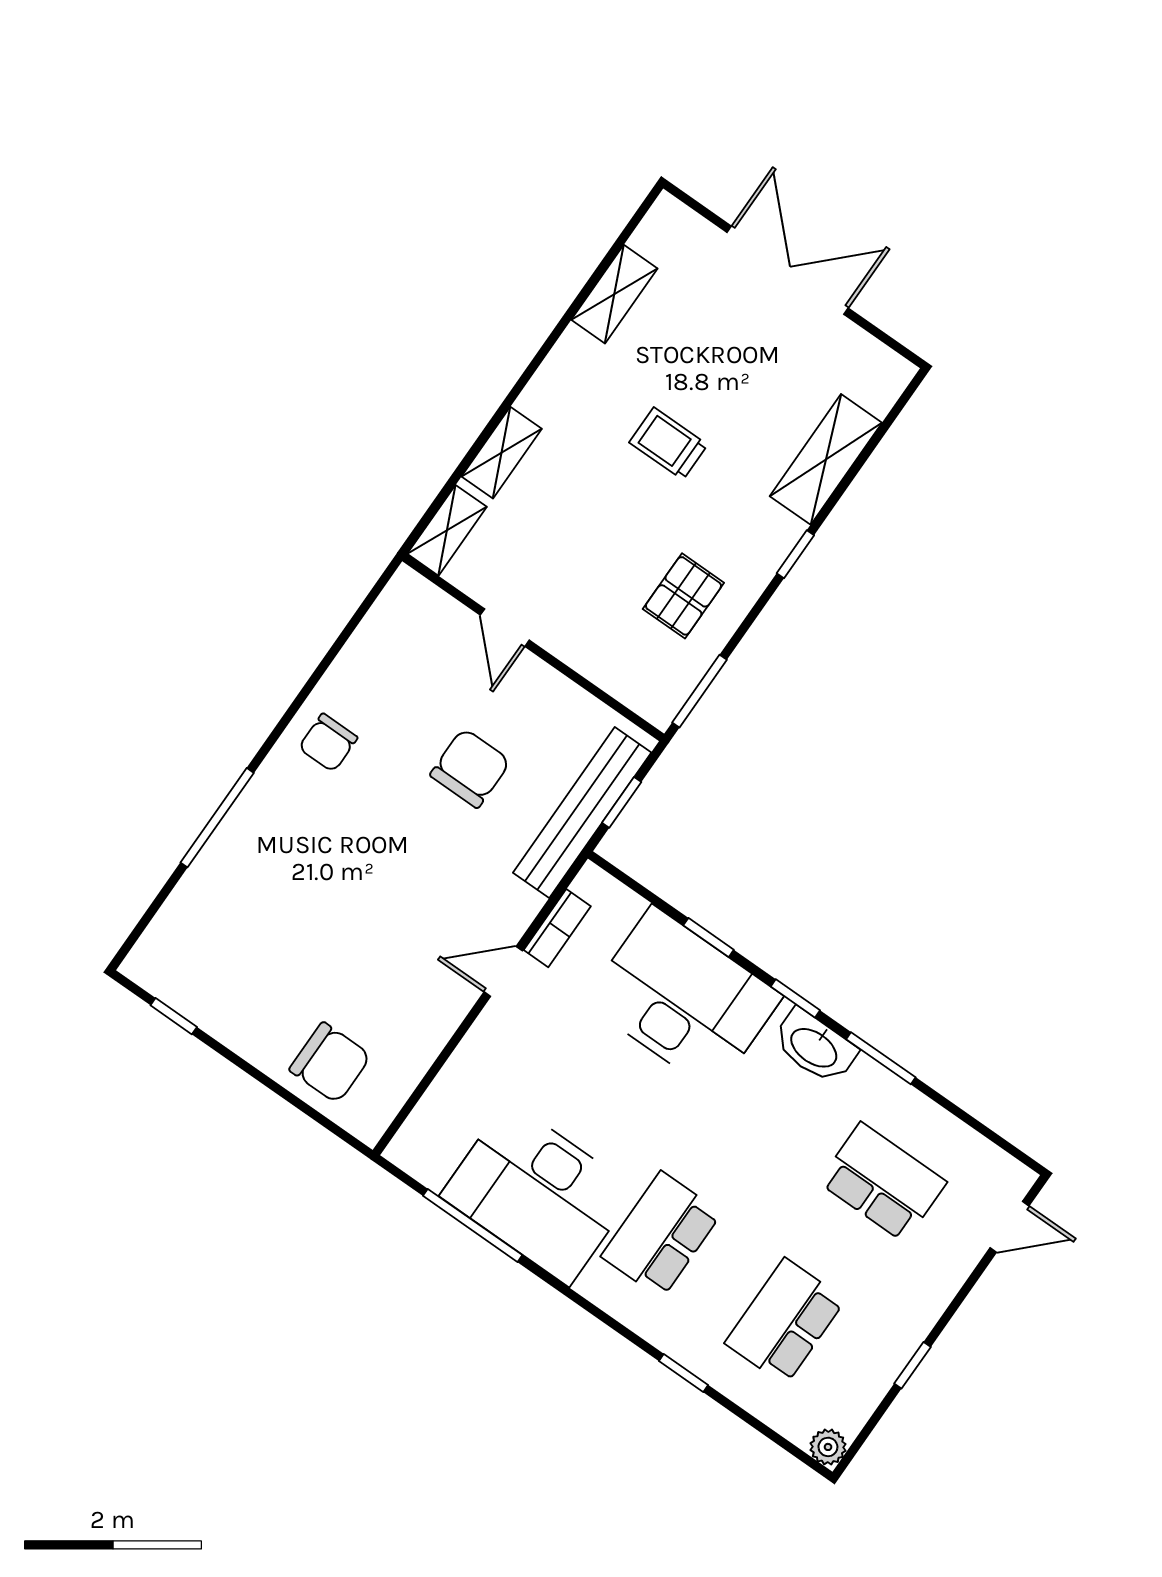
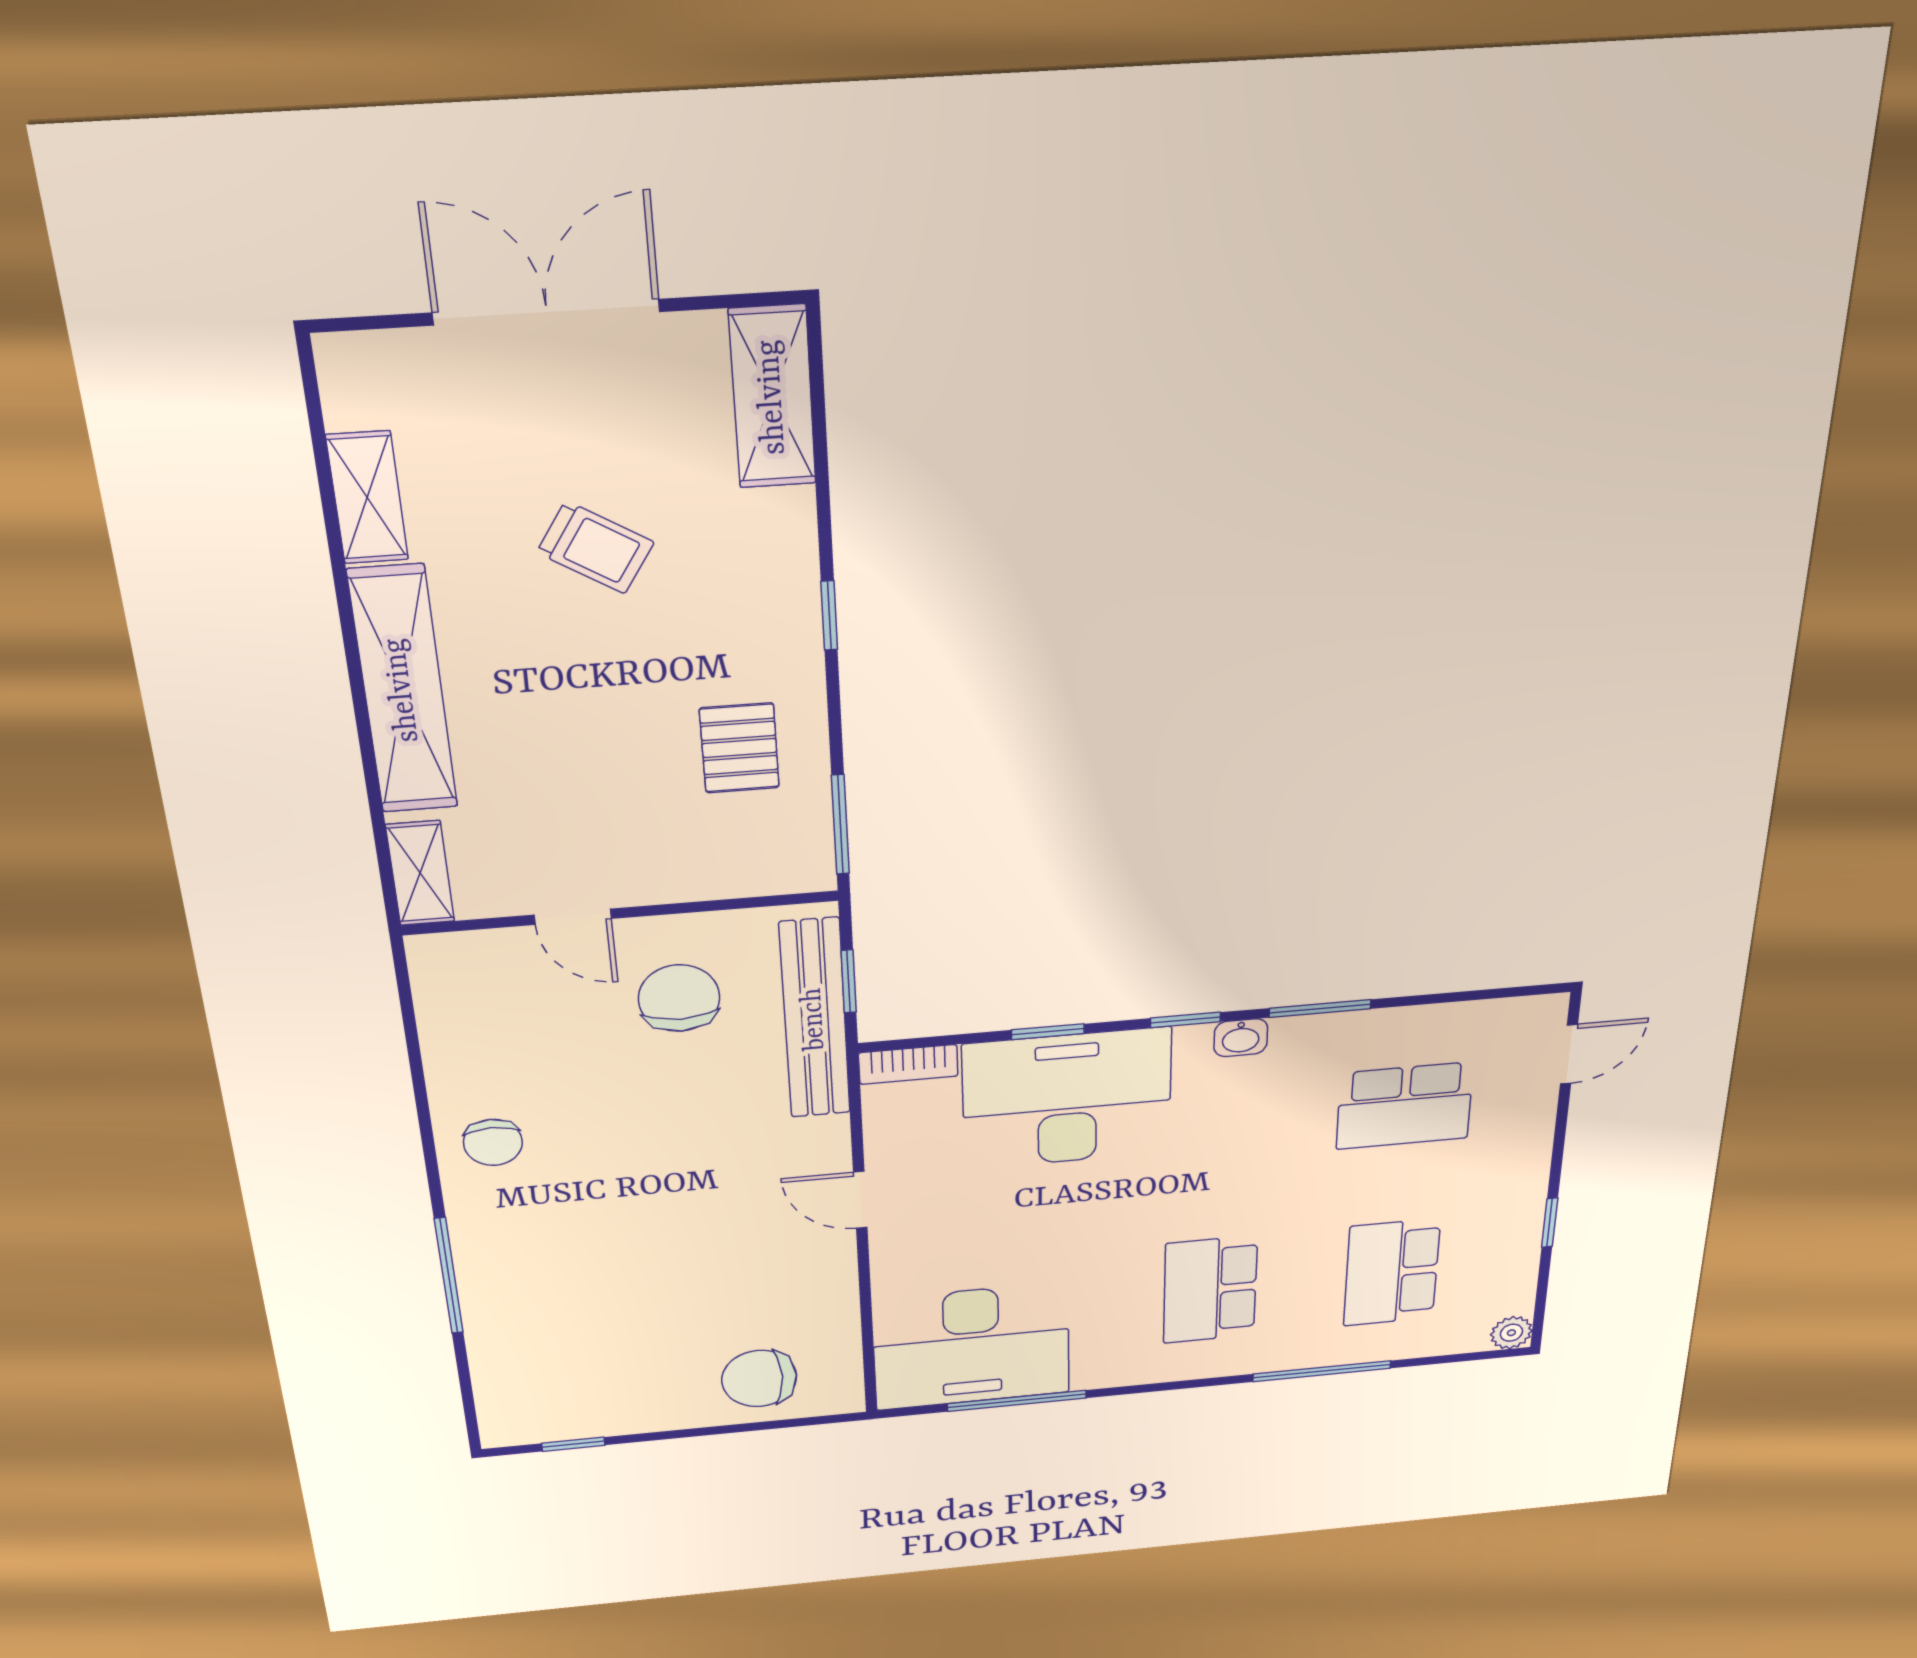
trolley: (668, 444) -> (595, 547), moved, turned -148
shelving: (502, 453) -> (403, 690), width x2.20, depth x1.33
shelving: (826, 459) -> (773, 397), moved
chair: (470, 768) -> (679, 998), moved
bookcase: (557, 928) -> (908, 1064), moved, turned 90
door: (503, 971) -> (860, 1200), hinge flipped
washbasin: (815, 1047) -> (1241, 1038), width x0.52, depth x0.69
chair: (330, 1063) -> (759, 1379), turned 180
school desk: (883, 1182) -> (1405, 1106), turned 180
desk: (538, 1193) -> (971, 1346), moved
window: (683, 1373) -> (1322, 1371), width x2.17

